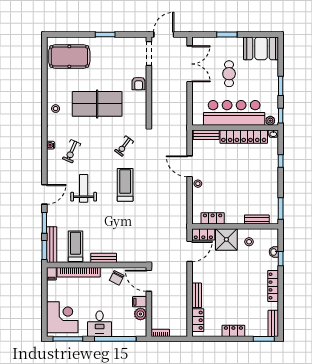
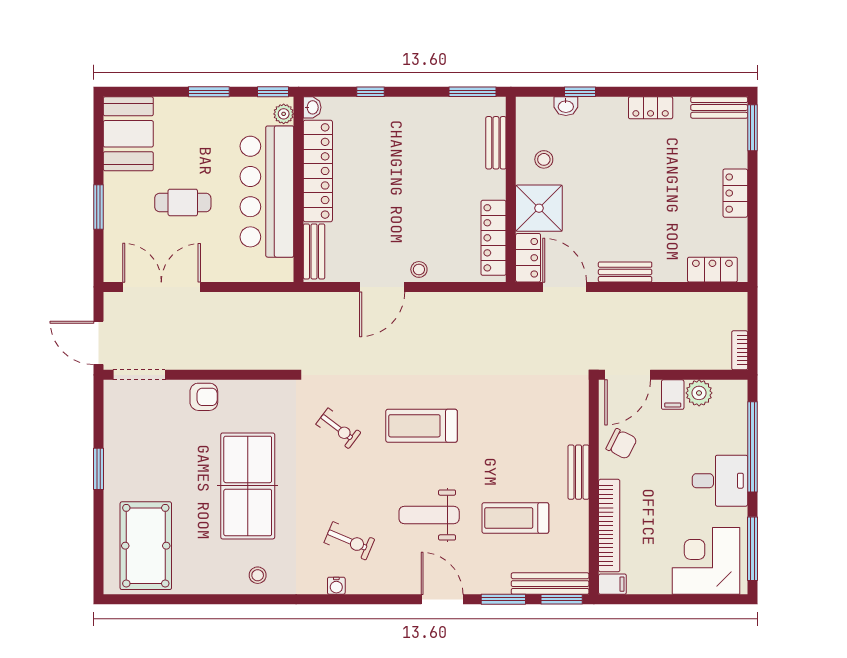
locker: (213, 218) -> (494, 238), width x1.53
treadmill: (75, 246) -> (515, 518), moved
locker: (273, 286) -> (651, 108), width x0.66
bench: (197, 295) -> (625, 272), moved

